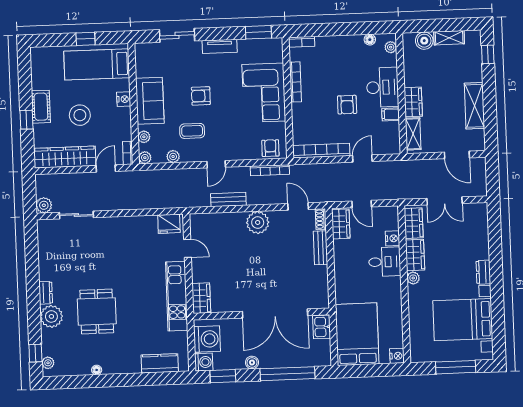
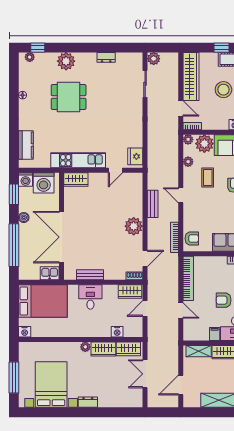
plant: (144, 137) -> (204, 144), width x1.88, depth x1.88
bench: (320, 248) -> (90, 275), moved
desk: (385, 262) -> (90, 297), moved, turned 180
dresser: (46, 293) -> (106, 57), moved

